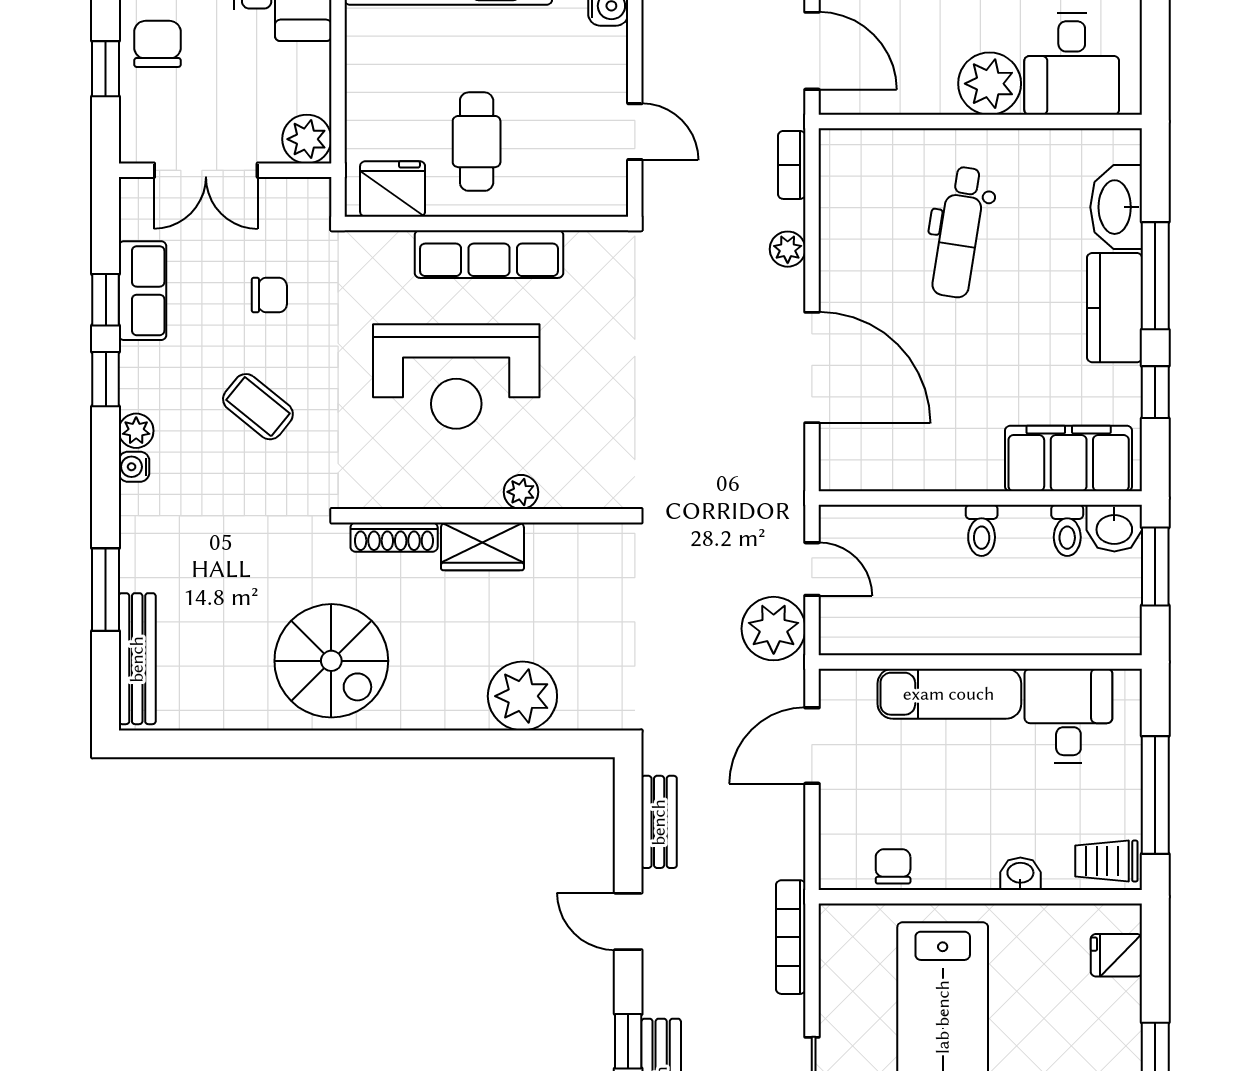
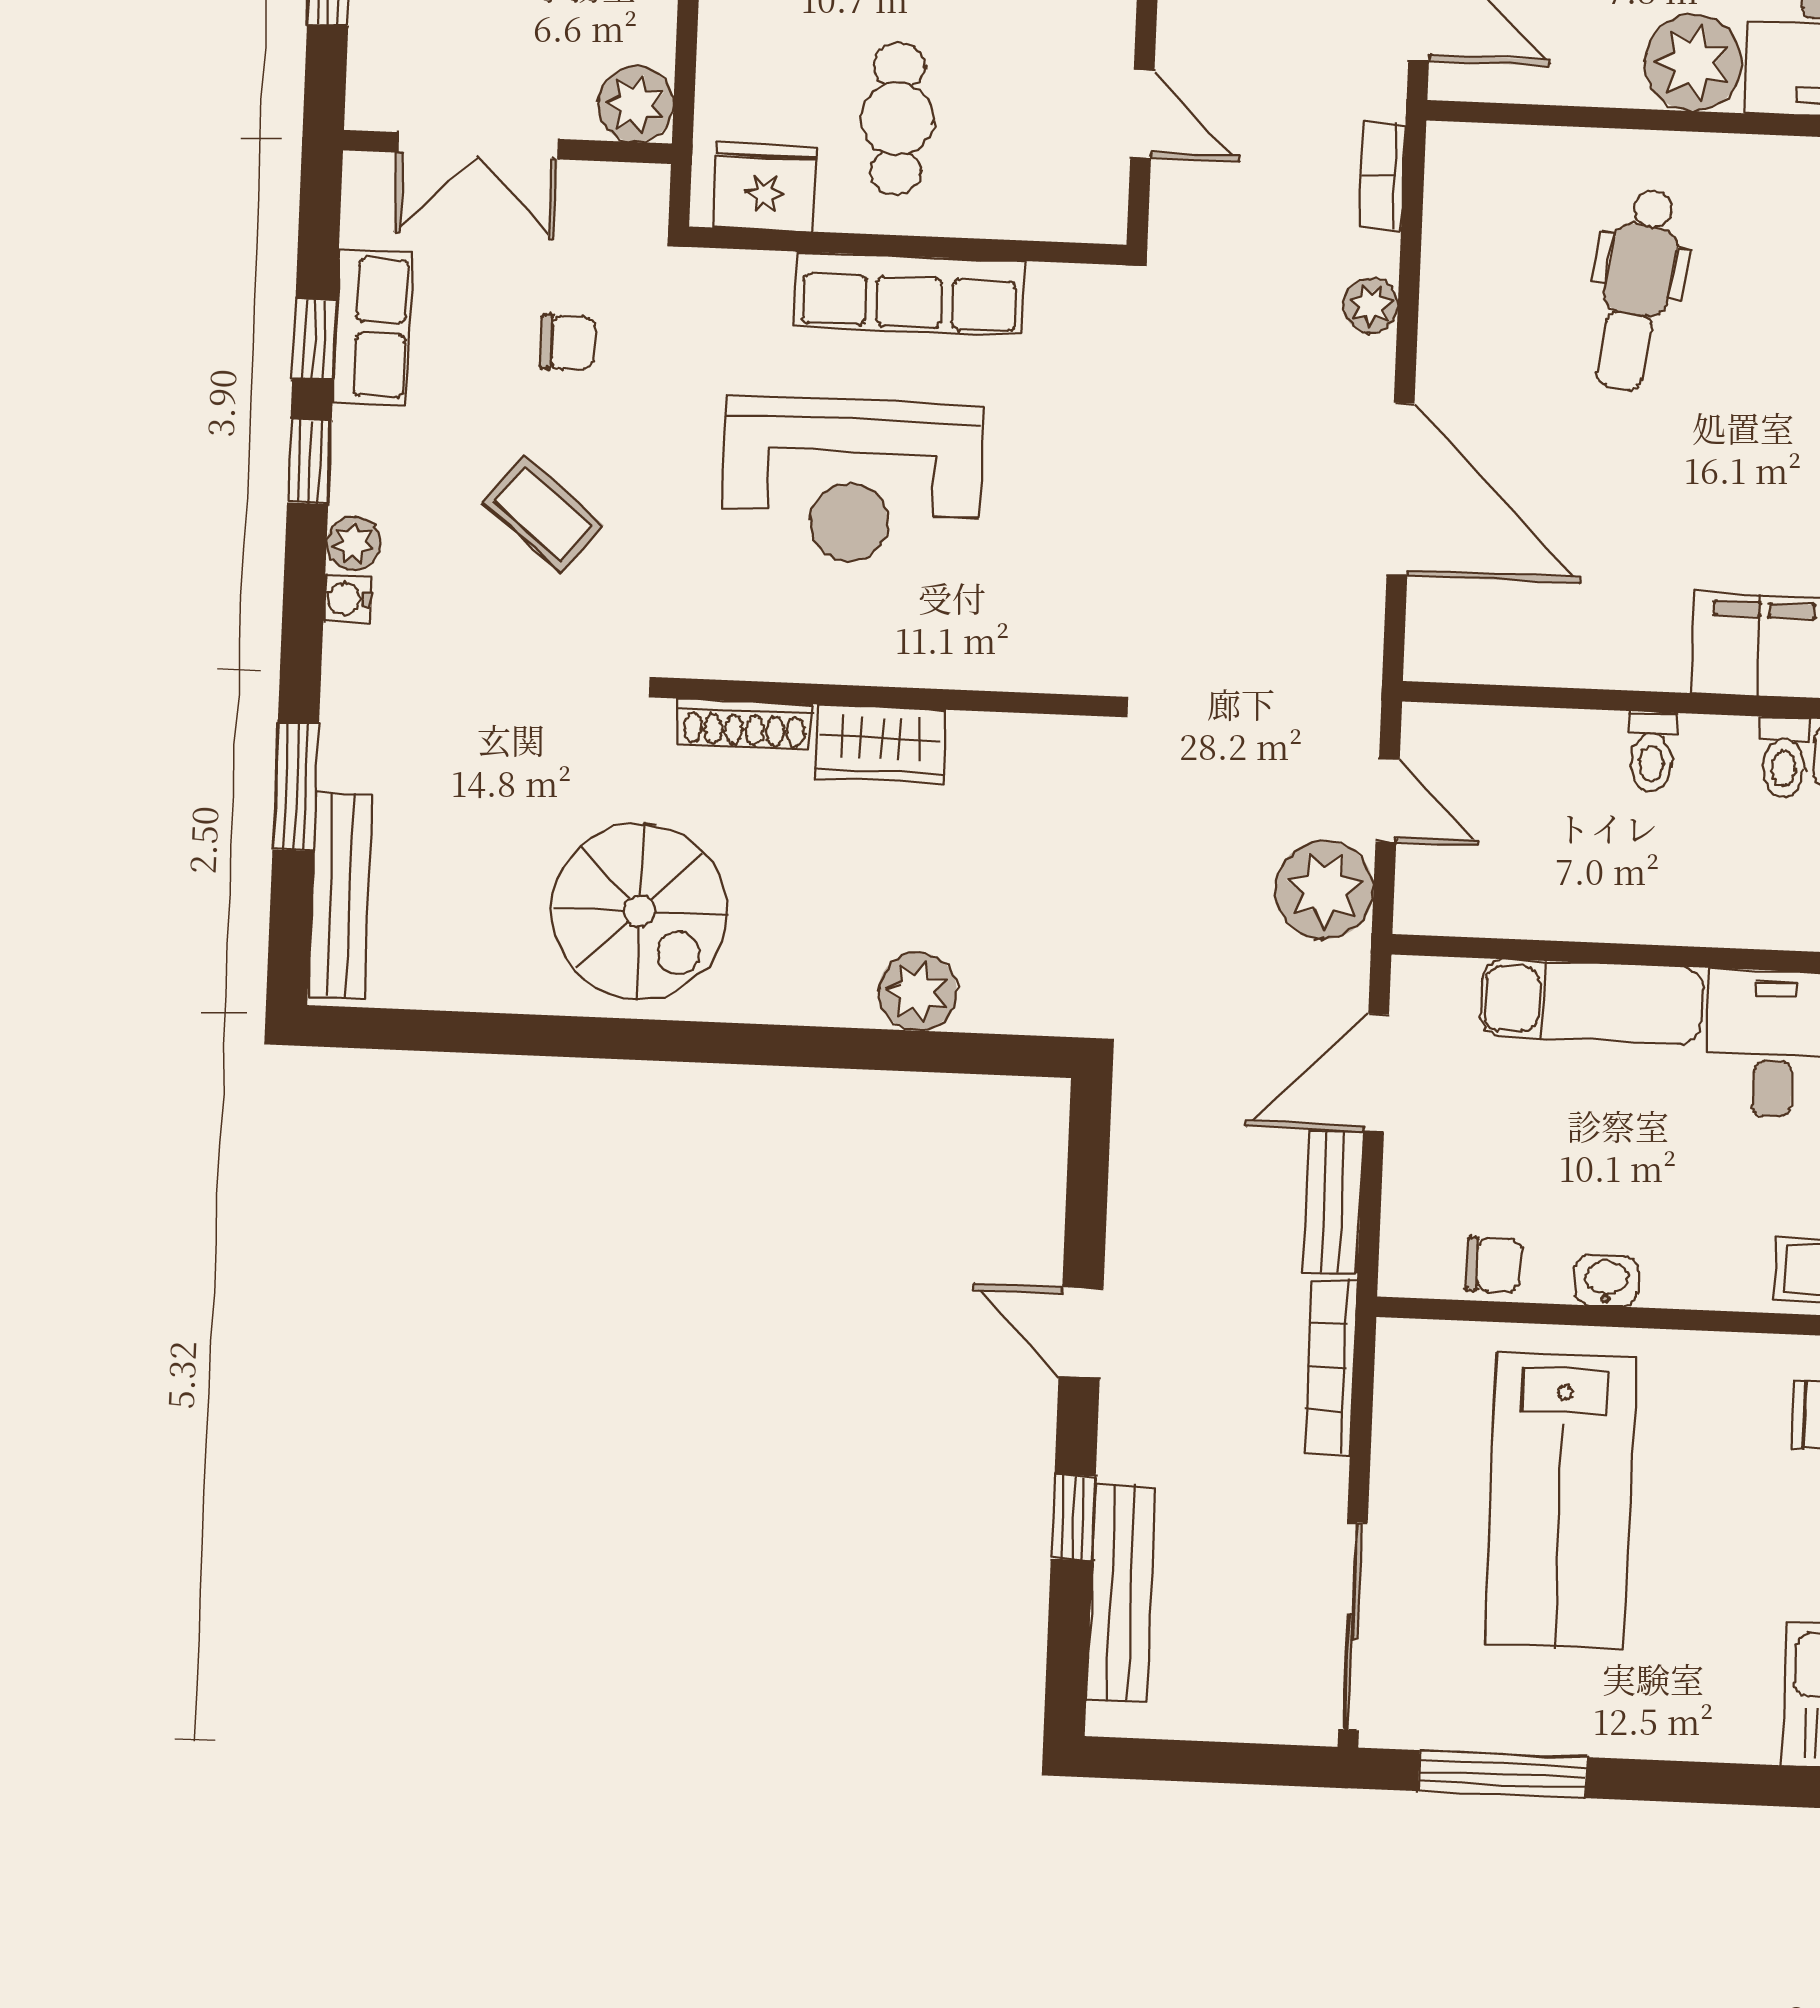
plant: (521, 492) -> (943, 663), removed
plant: (522, 696) -> (918, 991), width x0.73, depth x0.73
bench: (659, 822) -> (1333, 1202), moved
chair: (893, 866) -> (1493, 1265), turned 90
washbasin: (1020, 874) -> (1606, 1281), moved

